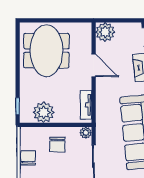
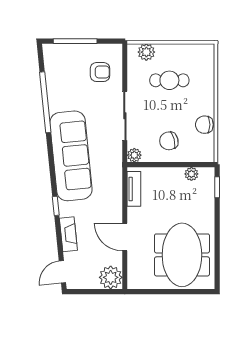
plant: (44, 112) -> (191, 174), width x0.53, depth x0.53
chair: (57, 144) -> (169, 141), turned -104
chair: (28, 158) -> (204, 125), turned 90

